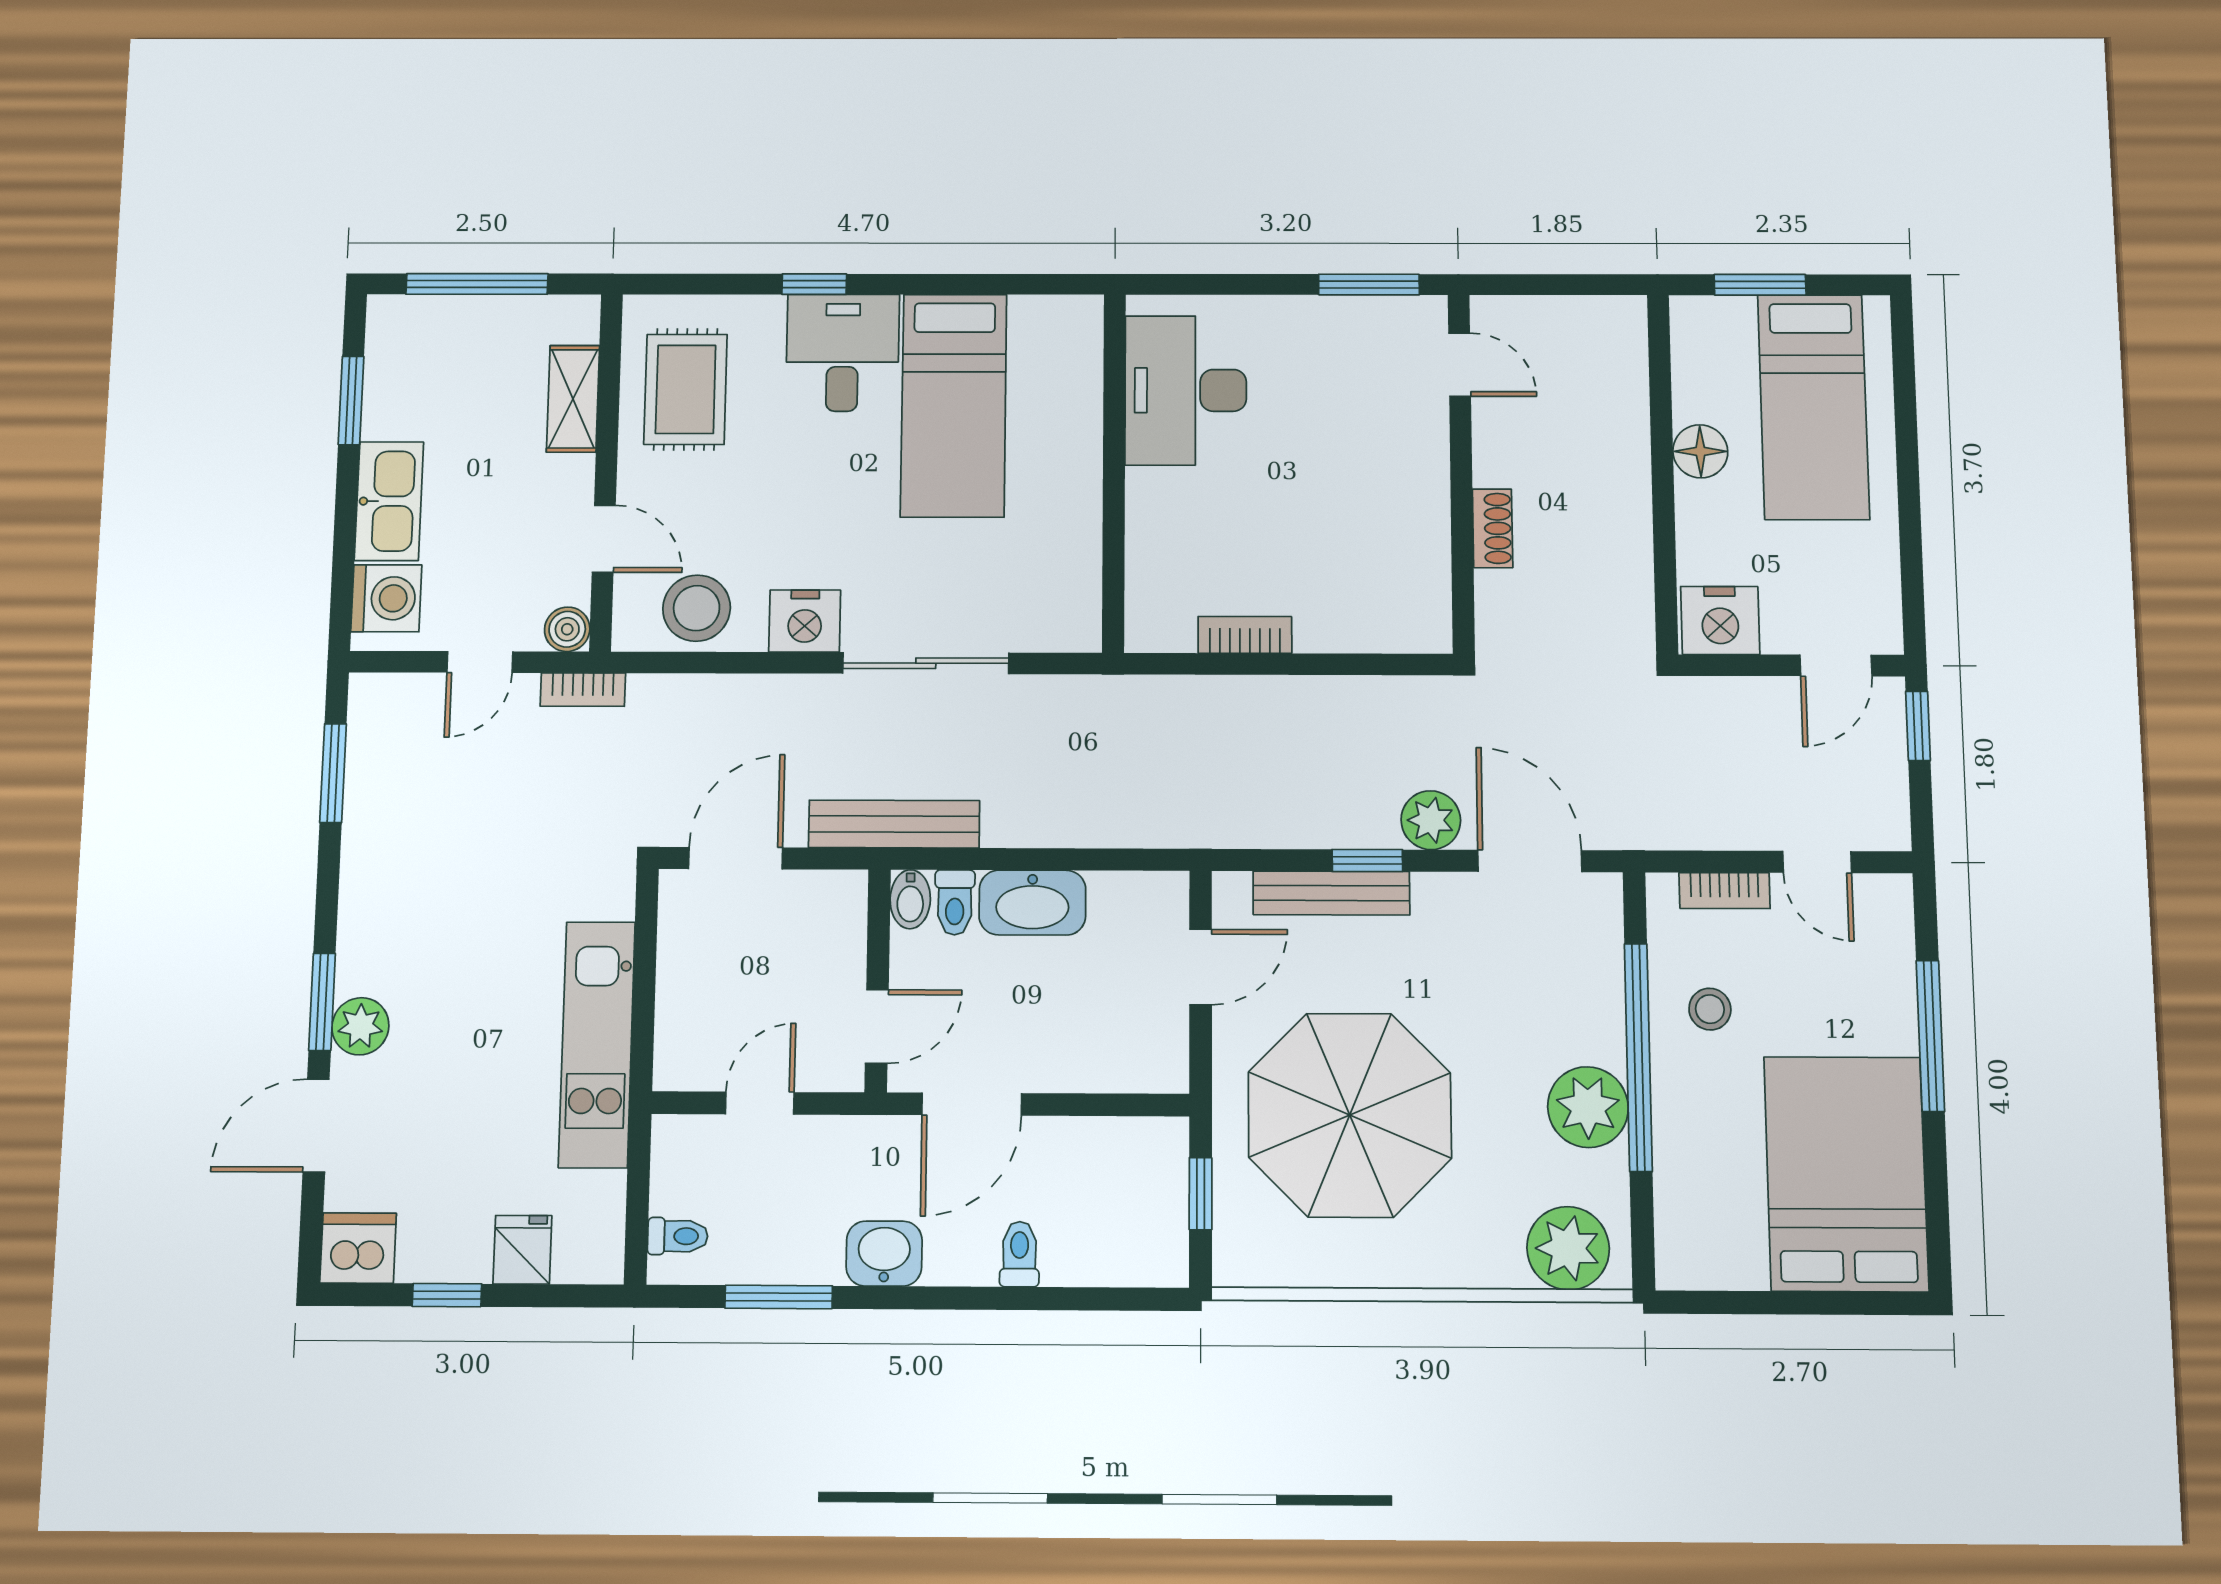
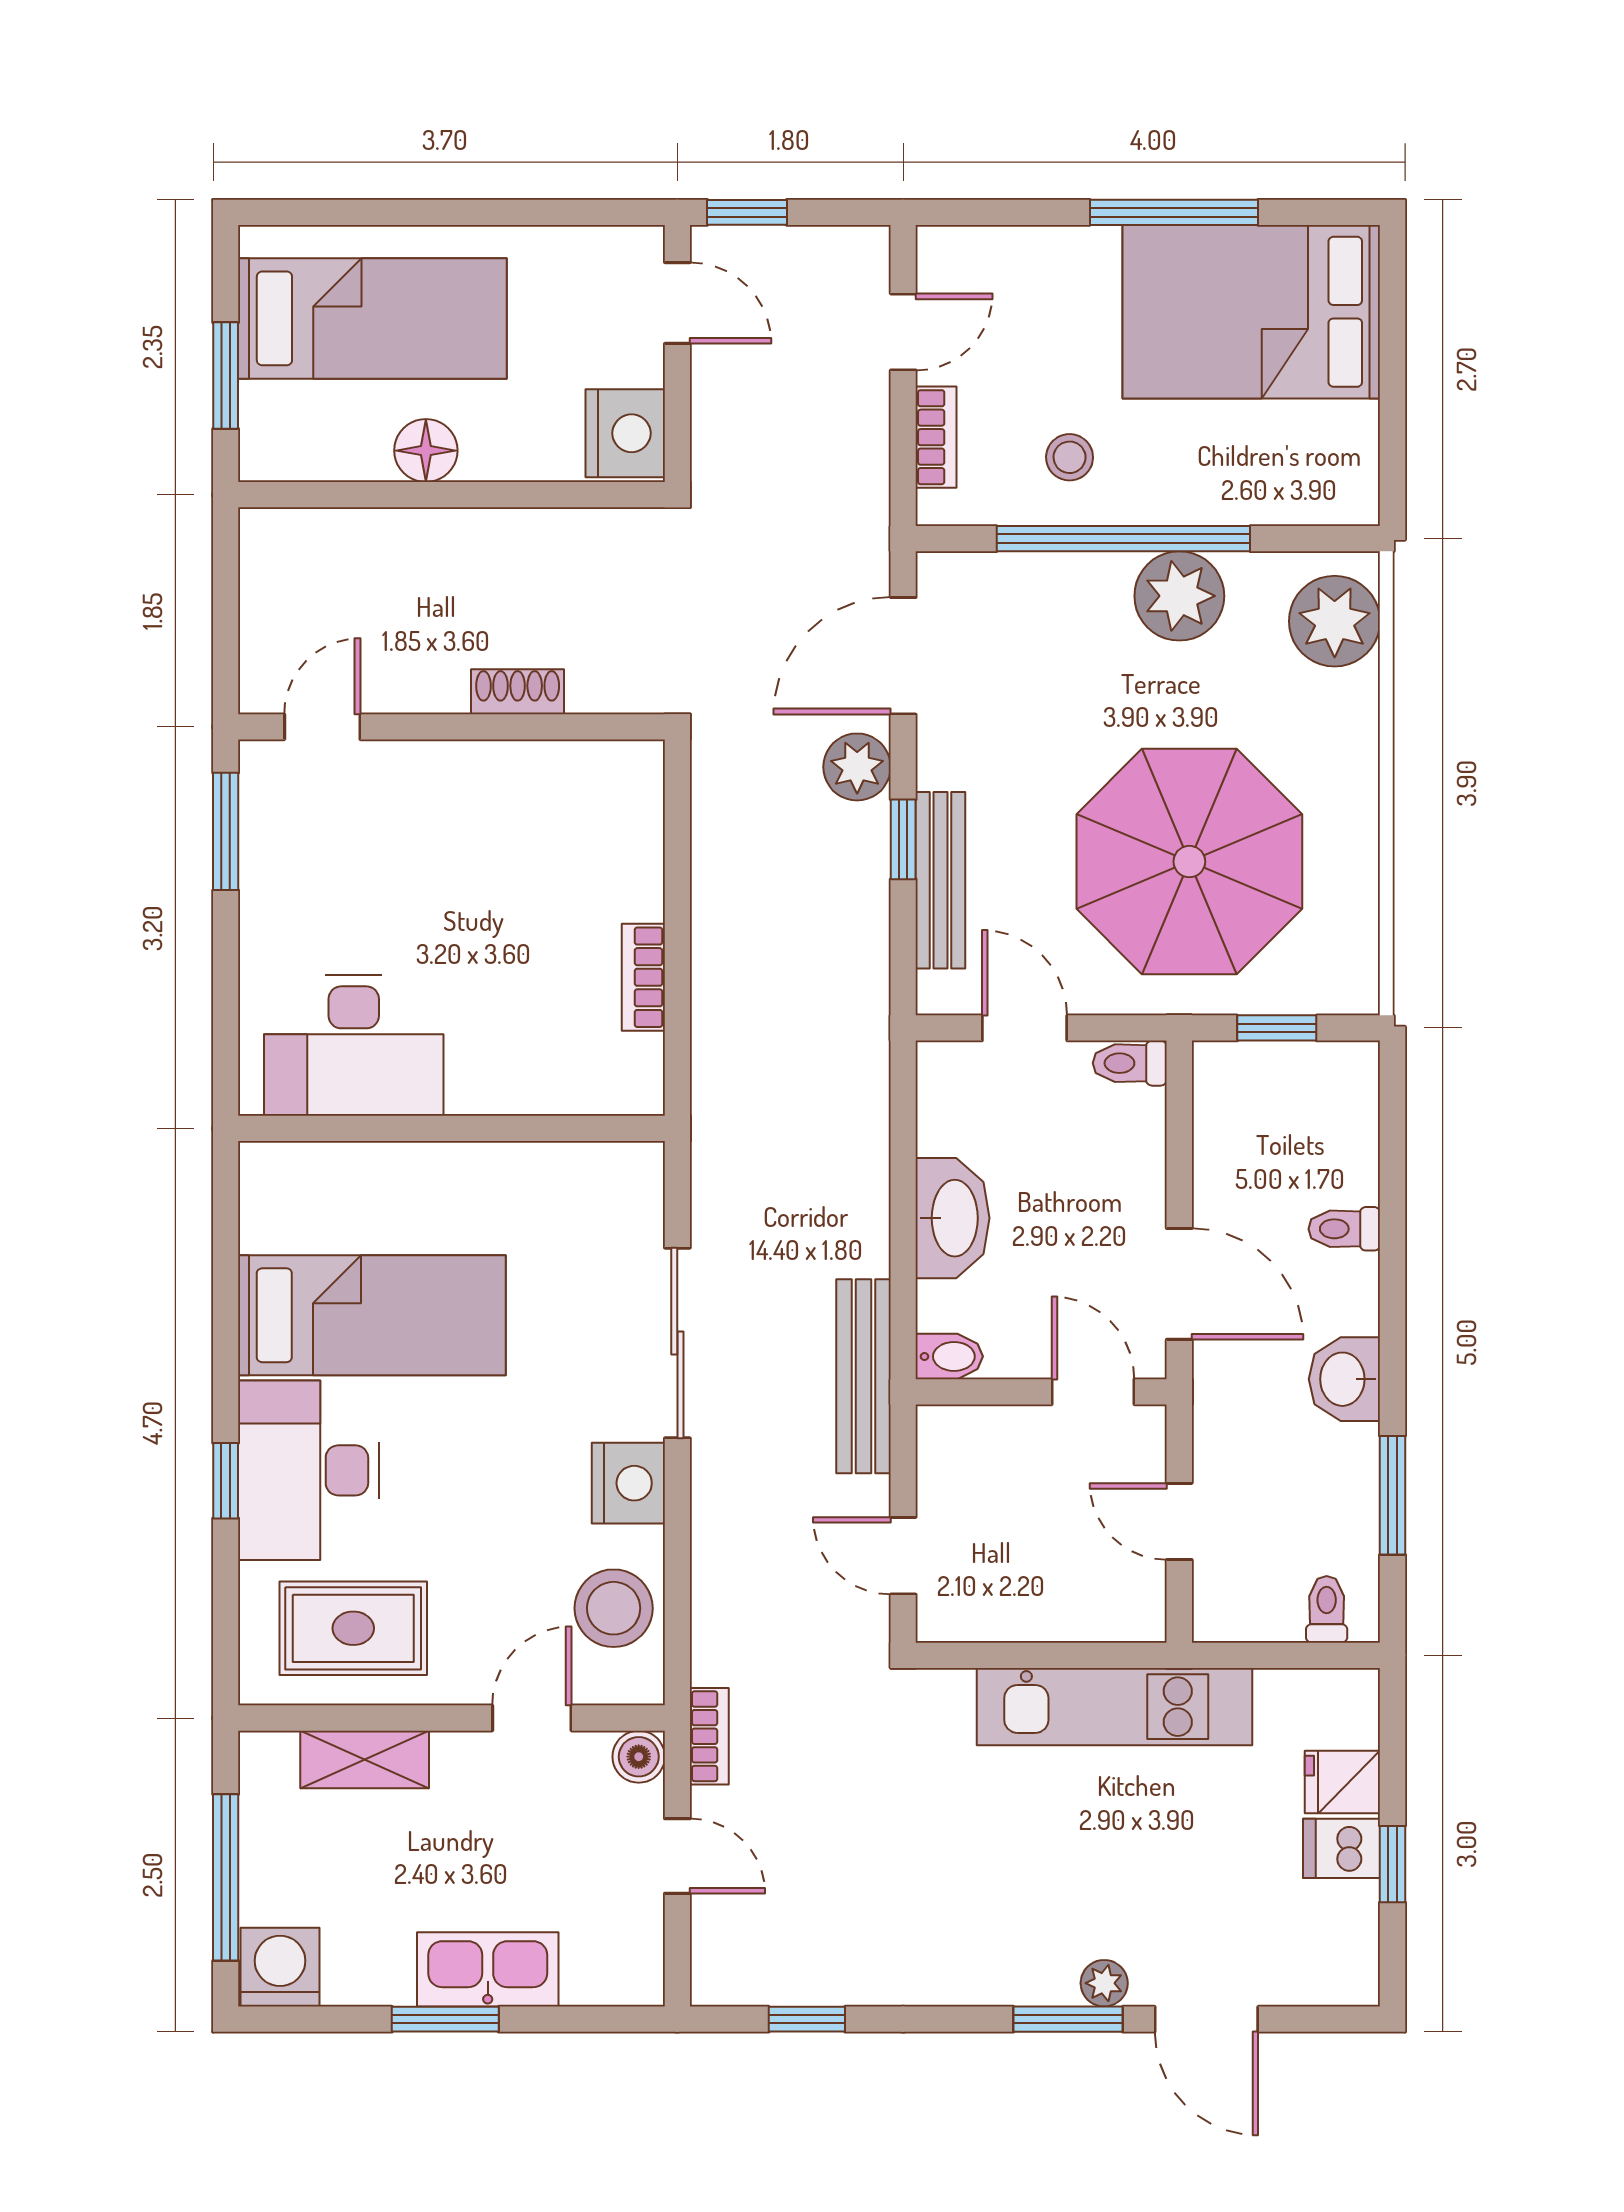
desk: (842, 353) -> (309, 1470), width x1.37
window: (351, 400) -> (445, 2019), moved
washing machine: (386, 598) -> (280, 1967), moved
window: (333, 773) -> (807, 2019), width x0.67
door: (736, 858) -> (903, 1556), width x0.73
toilet: (955, 902) -> (1130, 1063), moved, turned 180
plant: (360, 1026) -> (1104, 1983), width x0.73, depth x0.73
window: (1930, 1036) -> (1174, 212), moved
dishwasher: (358, 1248) -> (1342, 1848), moved, width x0.73

